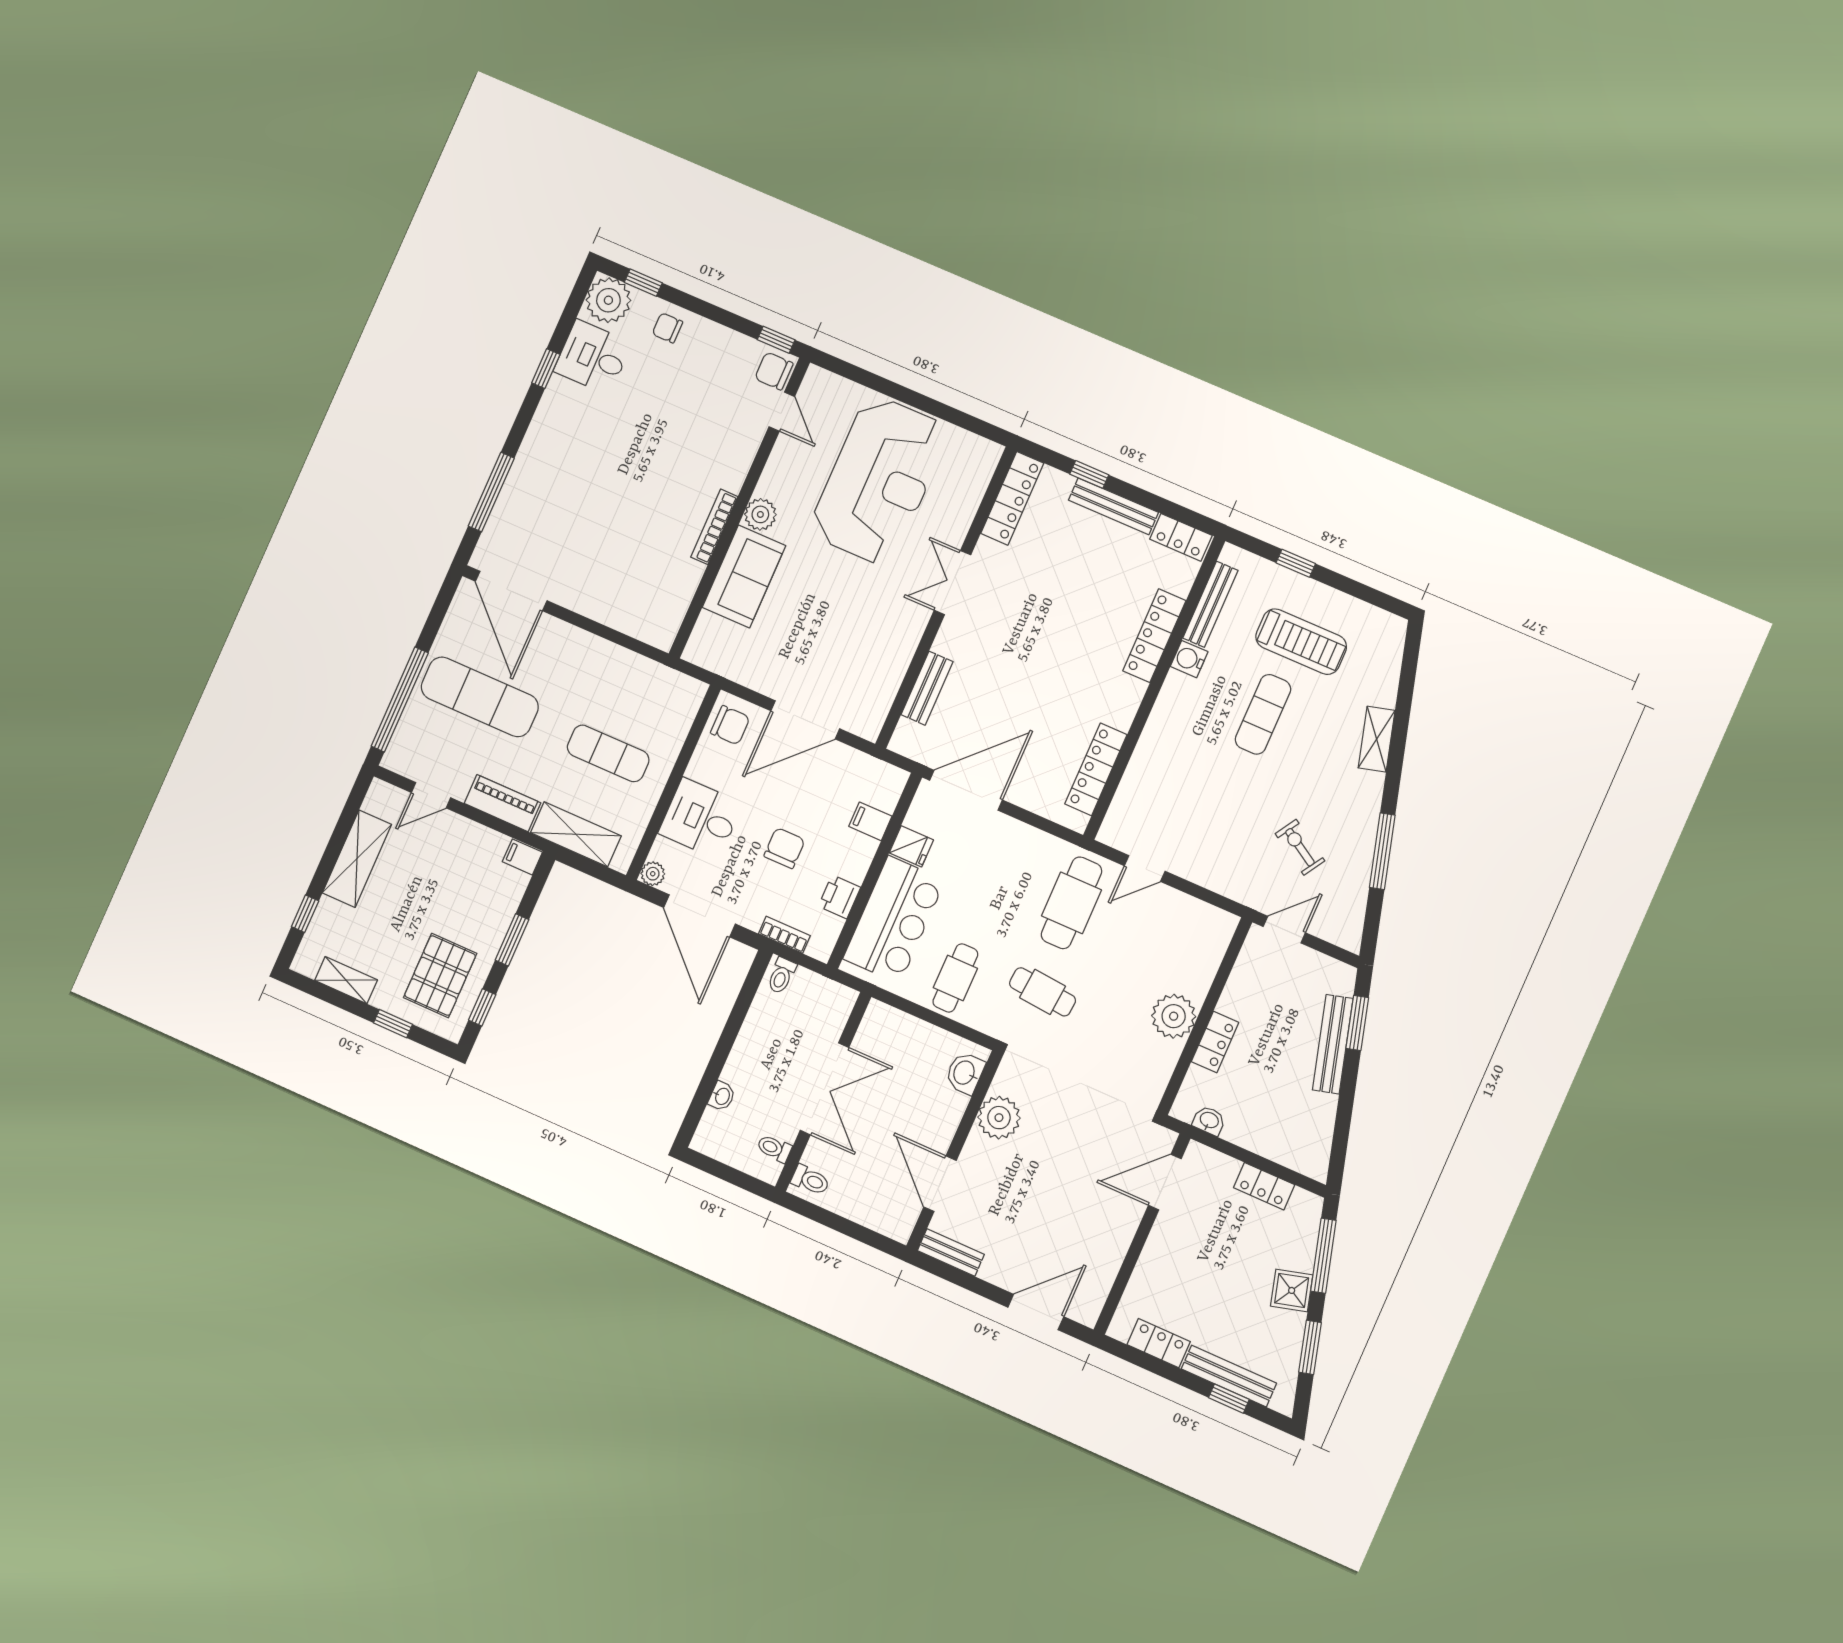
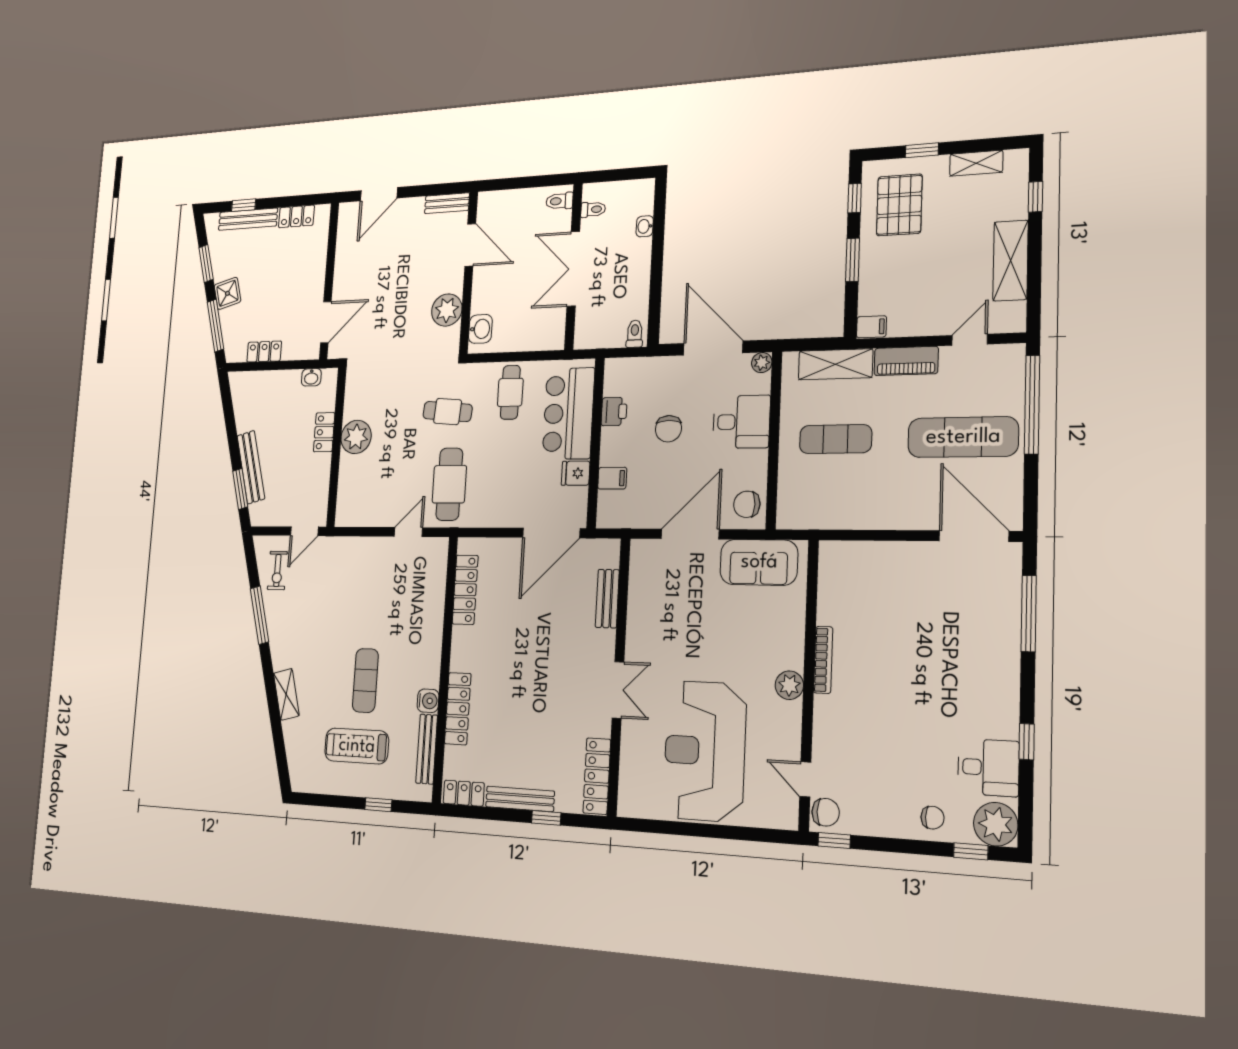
sofa: (744, 576) -> (759, 562), moved, turned -90
exercise bike: (1300, 847) -> (277, 570), moved, turned 58
bookcase: (784, 935) -> (644, 365), removed

